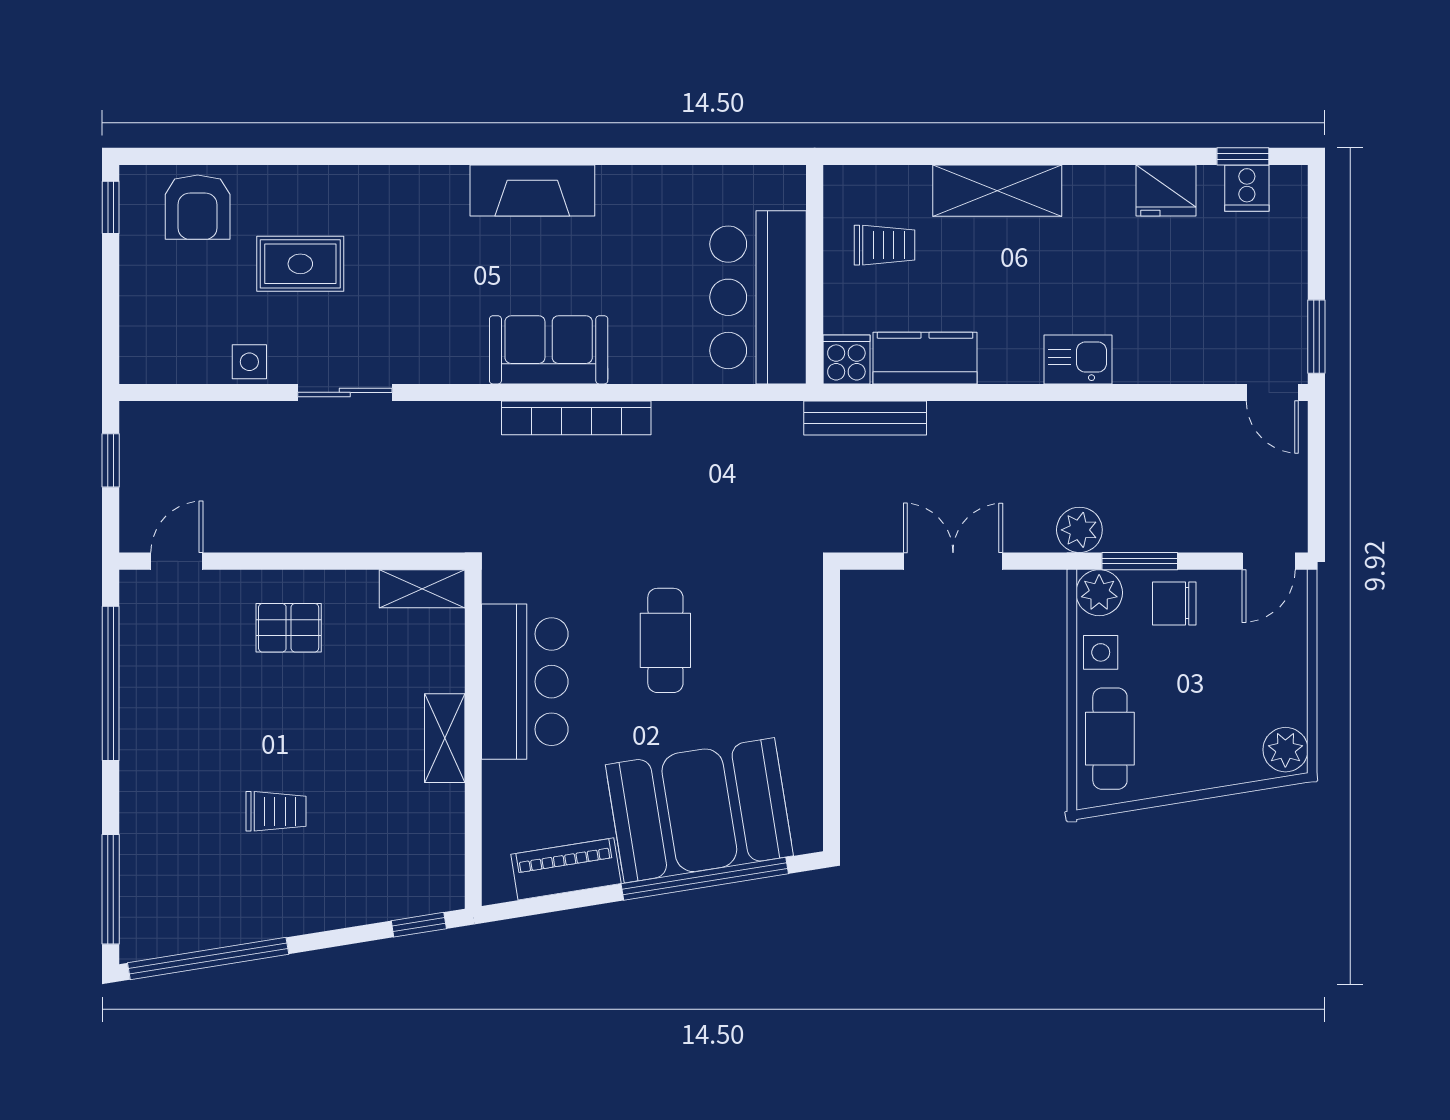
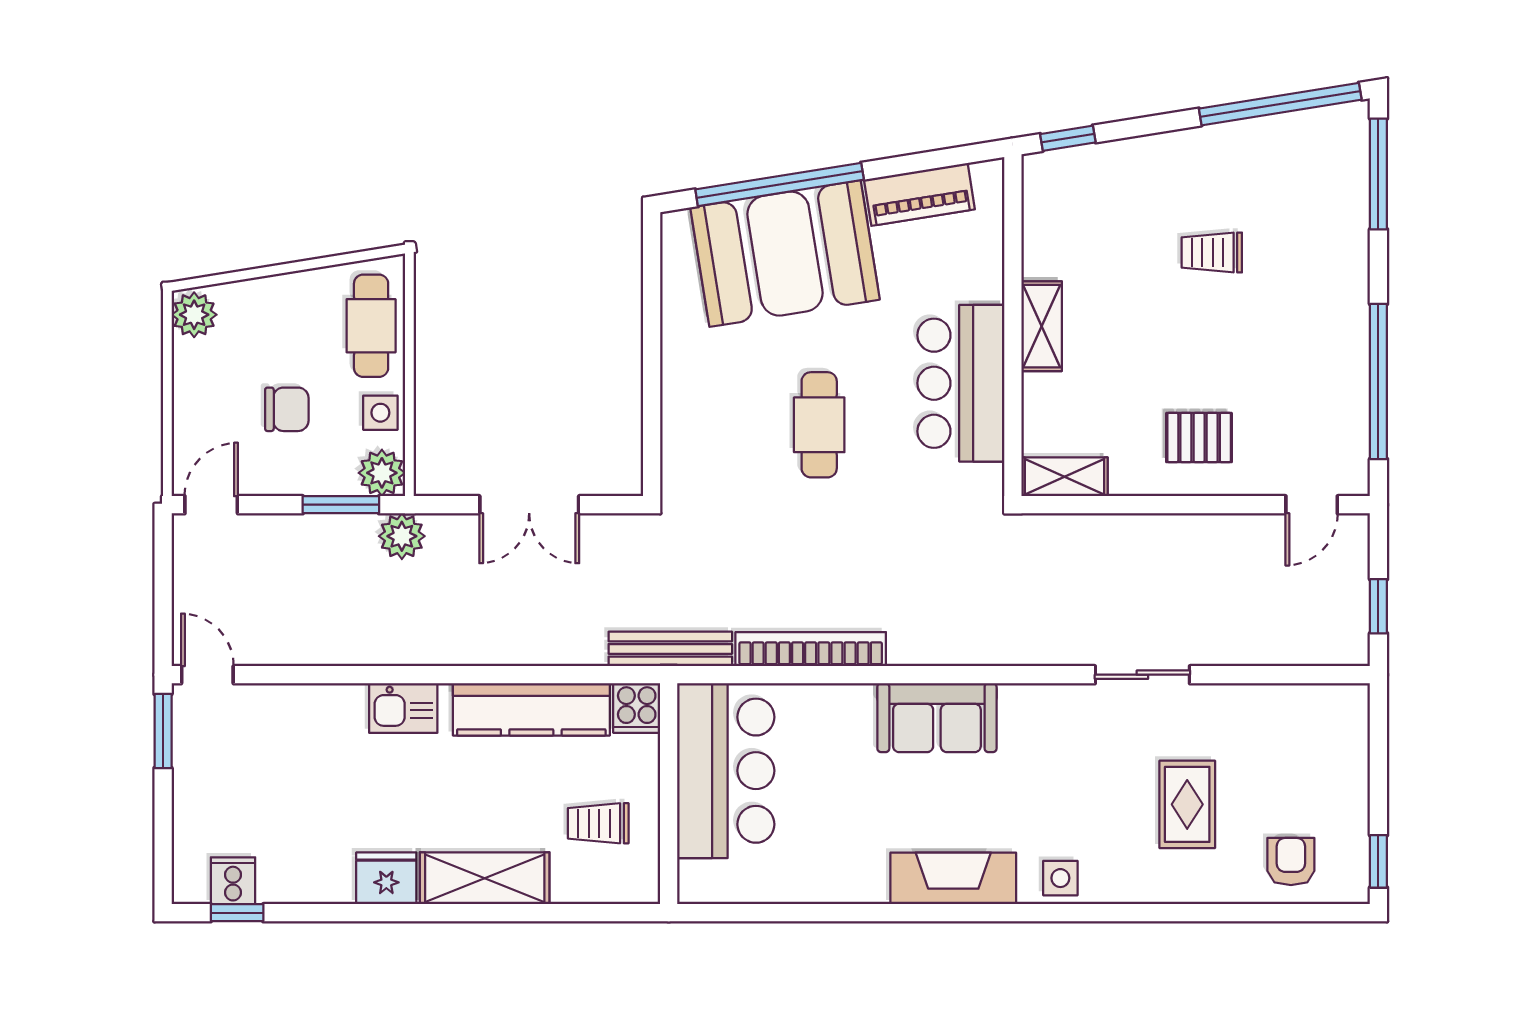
fridge: (1166, 191) -> (386, 878), moved
armchair: (198, 207) -> (1291, 862), width x0.72, depth x0.72
rug: (300, 264) -> (1187, 804), turned 90
kitchen counter: (925, 358) -> (531, 709), width x1.50
side table: (249, 362) -> (1060, 878), moved
bookcase: (576, 418) -> (811, 649), moved
bench: (865, 418) -> (670, 649), moved
chair: (1174, 603) -> (287, 409), moved

